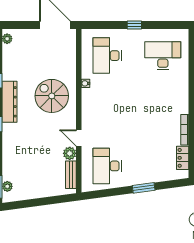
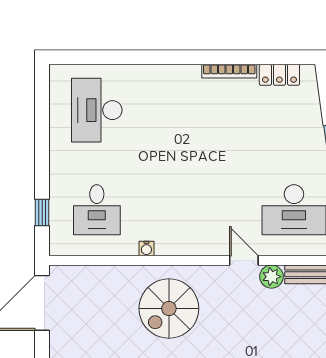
window: (134, 25) -> (42, 213), moved
desk: (107, 56) -> (97, 210), width x0.73
door: (79, 138) -> (244, 260), swing flipped

